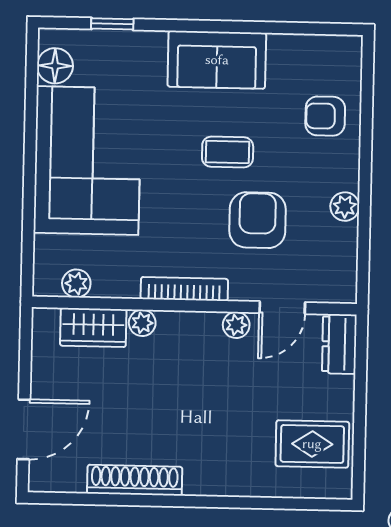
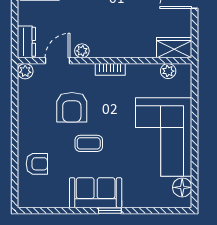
window: (112, 24) -> (110, 211), moved
plant: (345, 207) -> (25, 71), moved
bookcase: (184, 289) -> (110, 69), width x0.64
plant: (142, 323) -> (132, 51), removed
wardrobe: (93, 328) -> (174, 48), moved

